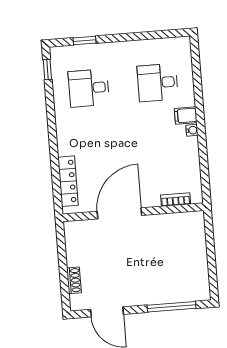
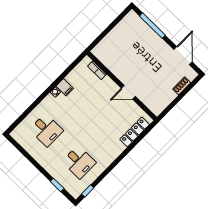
filing cabinet: (186, 116) -> (65, 87), moved
door: (119, 213) -> (128, 92), width x0.53

